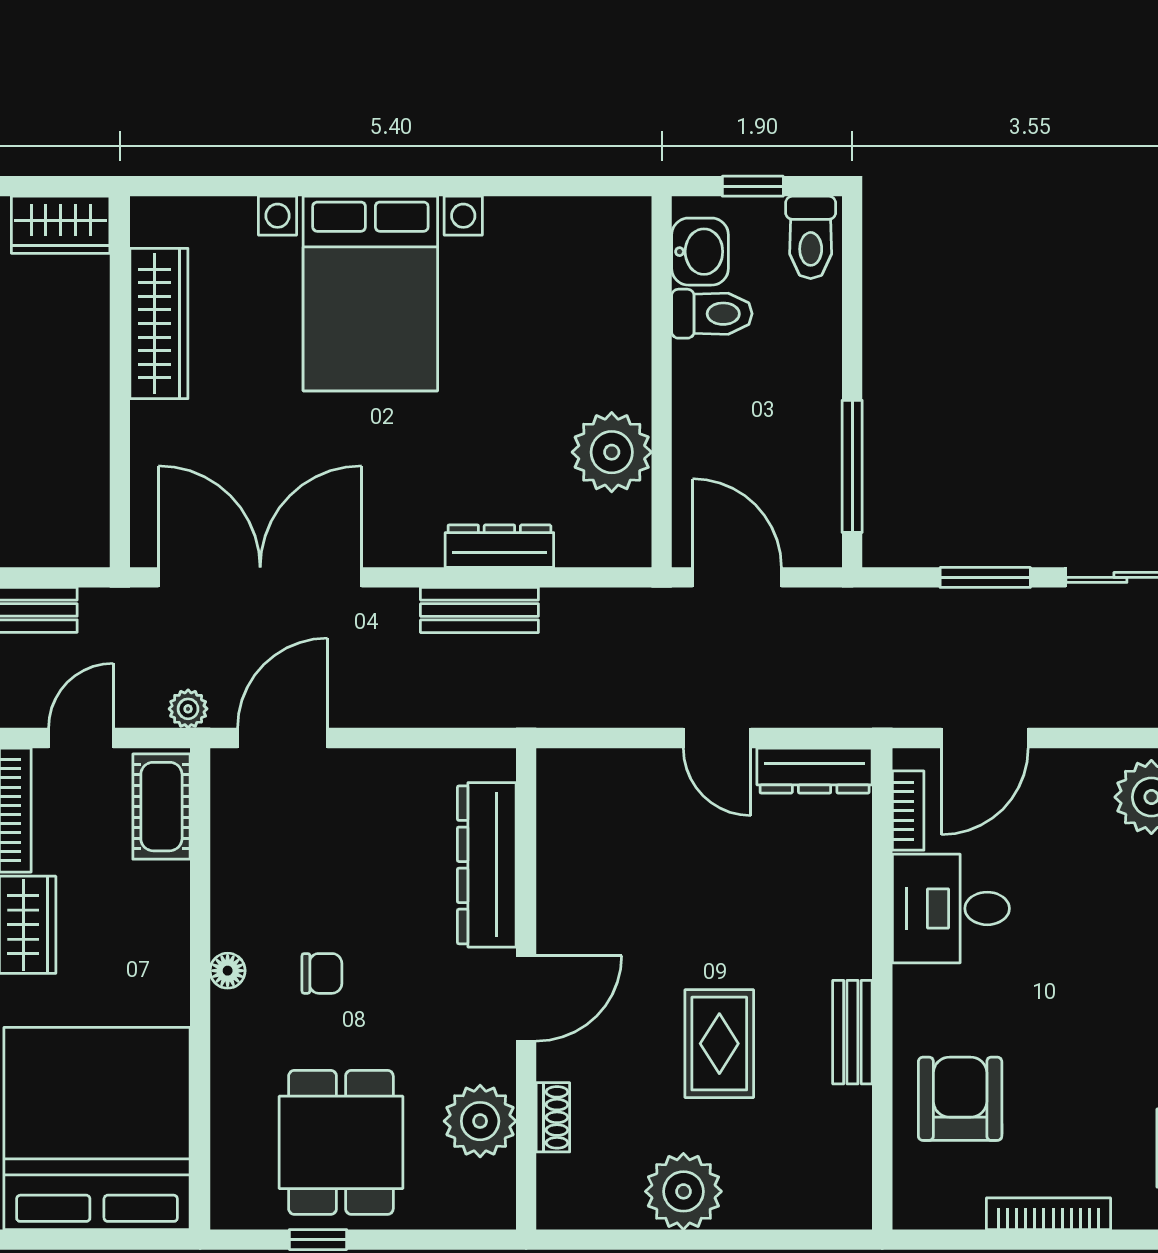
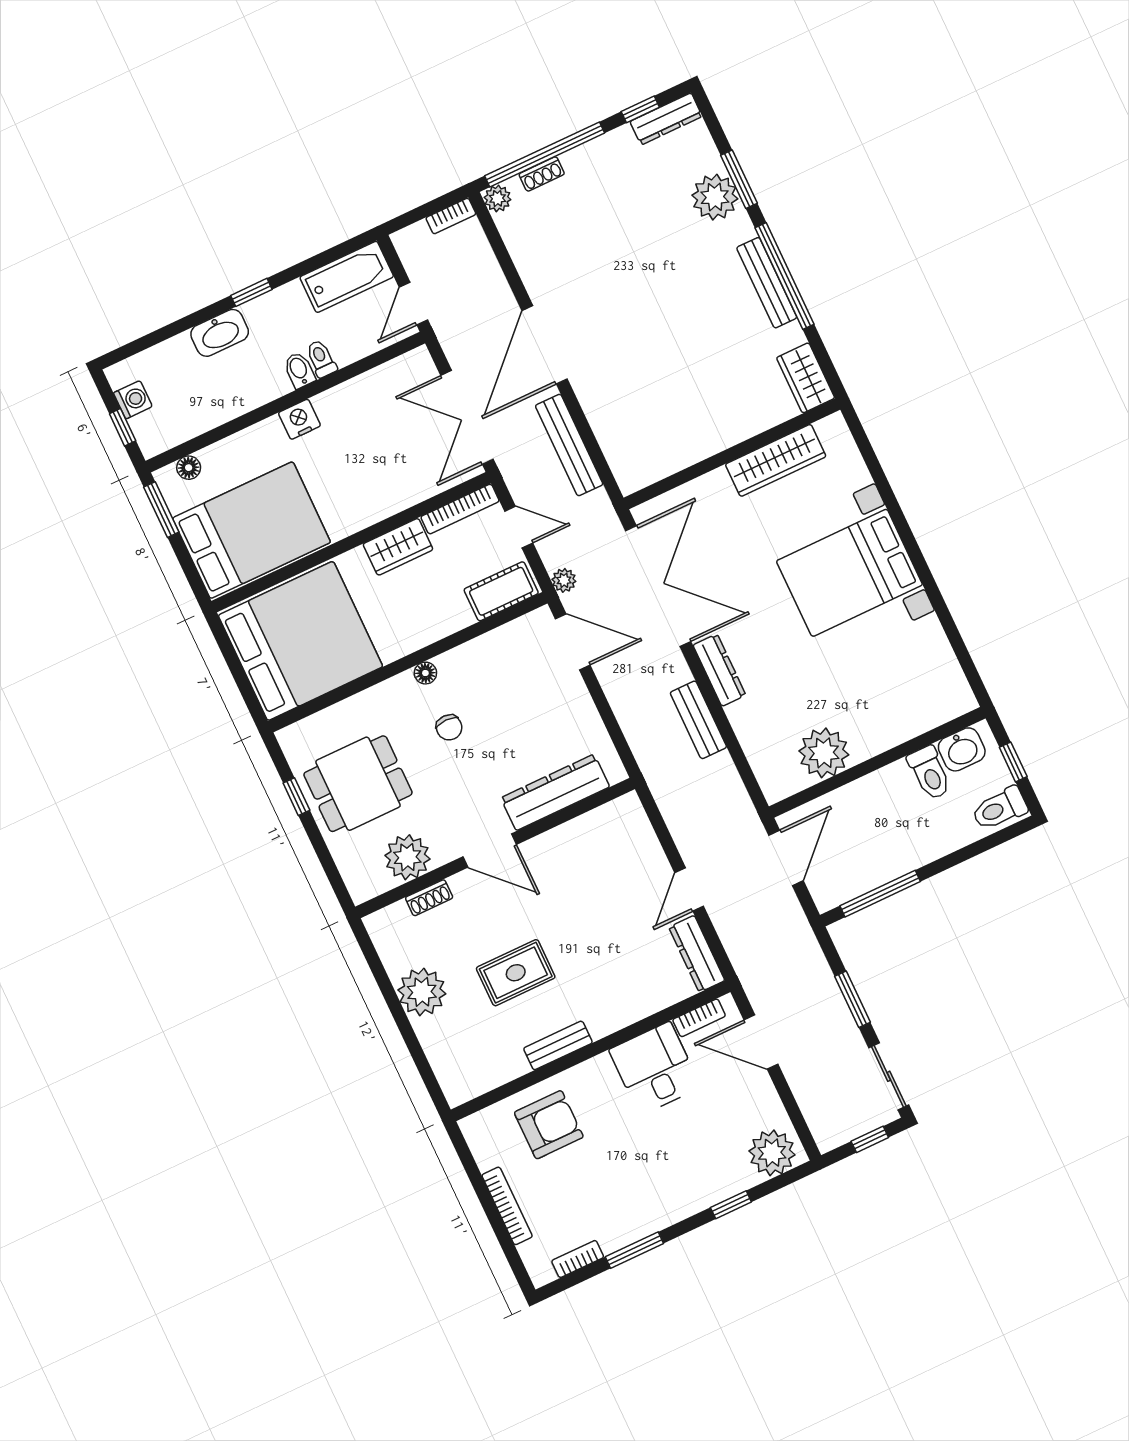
dresser: (499, 546) -> (719, 670), moved

